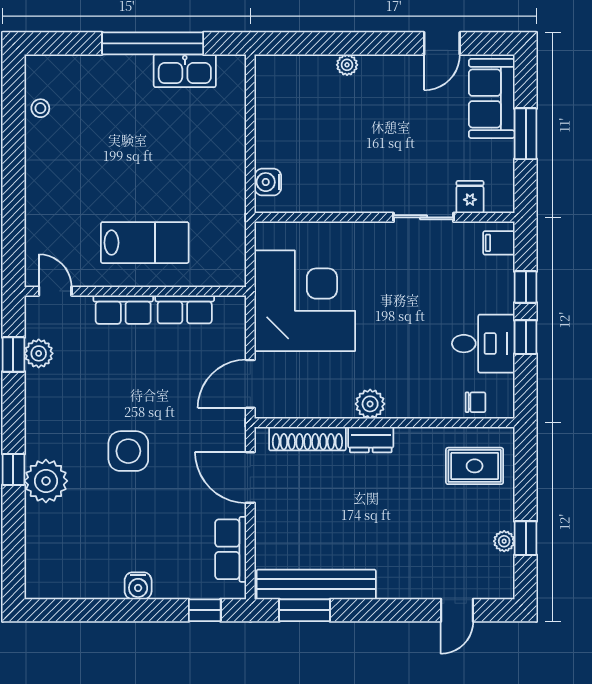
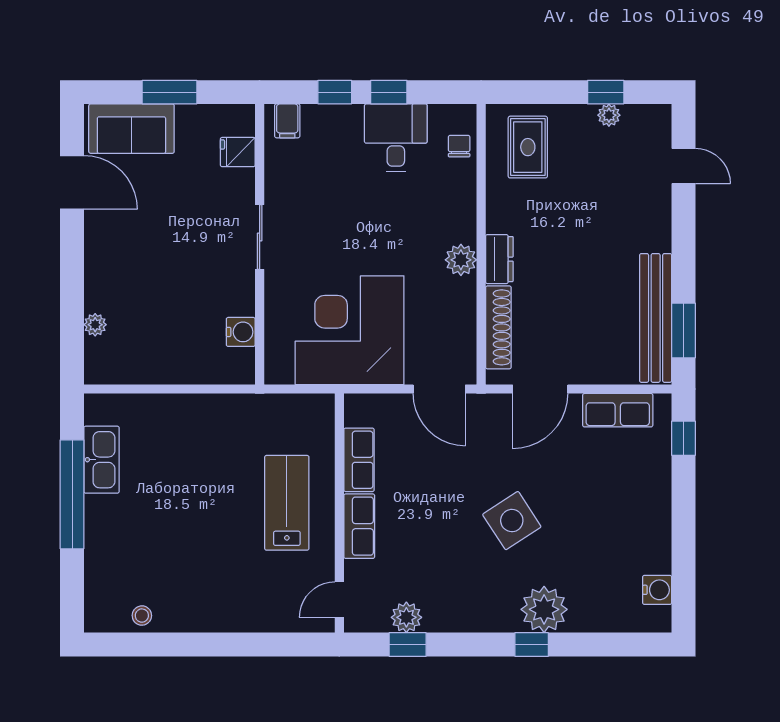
door: (442, 43) -> (72, 182), width x1.38
plant: (347, 65) -> (95, 325), moved
water cooler: (268, 182) -> (241, 332), moved, turned -90
sliding door: (423, 217) -> (260, 237), moved
side table: (128, 451) -> (512, 521), turned -33
water cooler: (138, 586) -> (657, 590), moved

